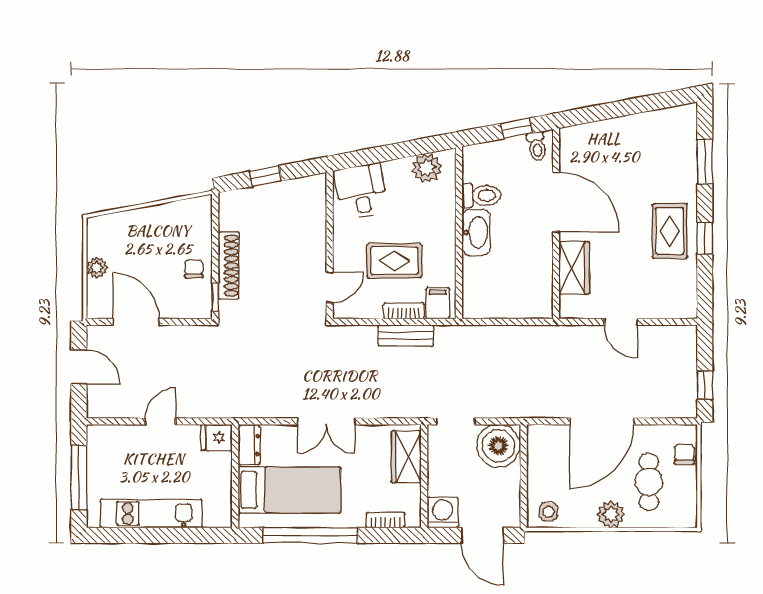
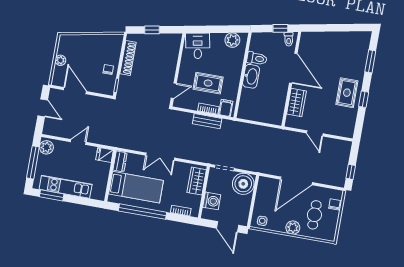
shoe rack: (229, 266) -> (128, 58), moved
plant: (100, 443) -> (46, 147), added
washing machine: (443, 512) -> (212, 201), moved, turned 90
window: (127, 535) -> (52, 195), added

